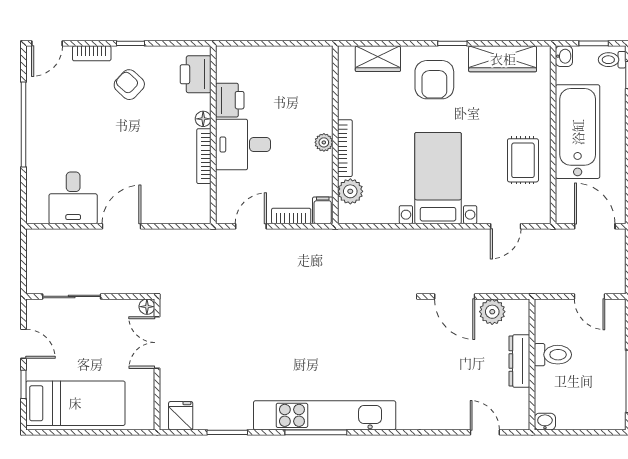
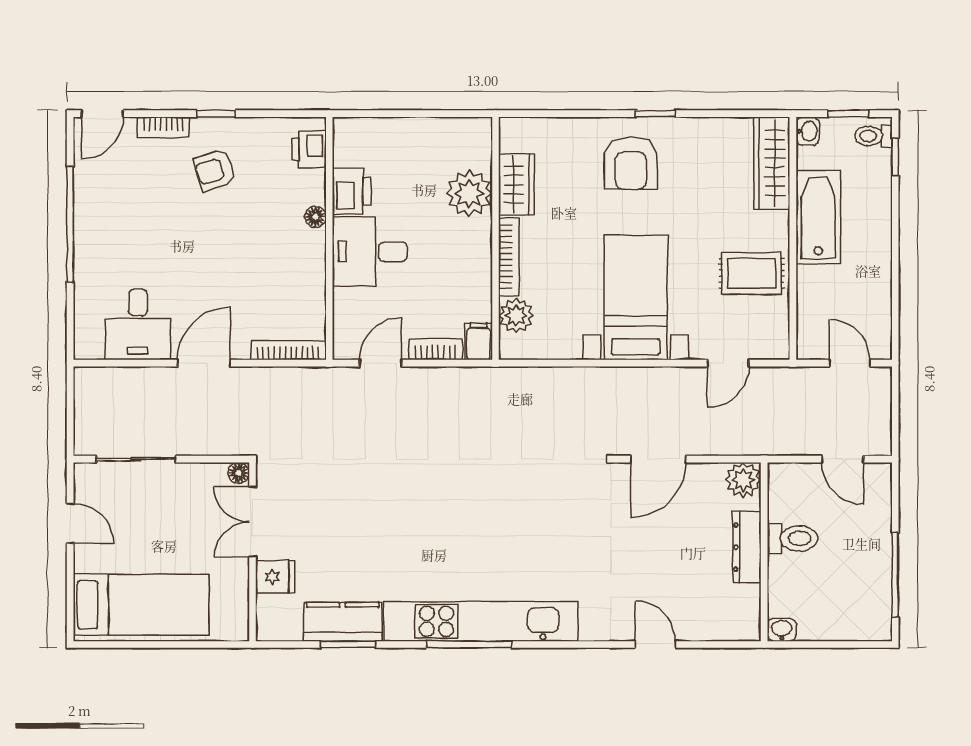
wardrobe: (378, 59) -> (516, 185), moved, turned -90
wardrobe: (503, 59) -> (772, 163), moved, turned 90
printer: (196, 74) -> (309, 149), width x0.73, depth x0.81
armchair: (129, 85) -> (215, 170), turned -61
bathtub: (578, 132) -> (818, 217), width x0.73, depth x0.73
plant: (324, 142) -> (469, 193), moved, width x1.87, depth x1.87
bookcase: (204, 156) -> (288, 350), moved, turned 90
rug: (523, 160) -> (752, 273), turned 90
door: (595, 226) -> (850, 363), width x0.73
door: (455, 296) -> (658, 459), hinge flipped
plant: (492, 312) -> (743, 480), moved
window: (23, 384) -> (70, 579), removed
fridge: (181, 416) -> (275, 577), moved, turned 90
kitchen counter: (223, 416) -> (343, 622), added
door: (485, 432) -> (655, 645), moved

